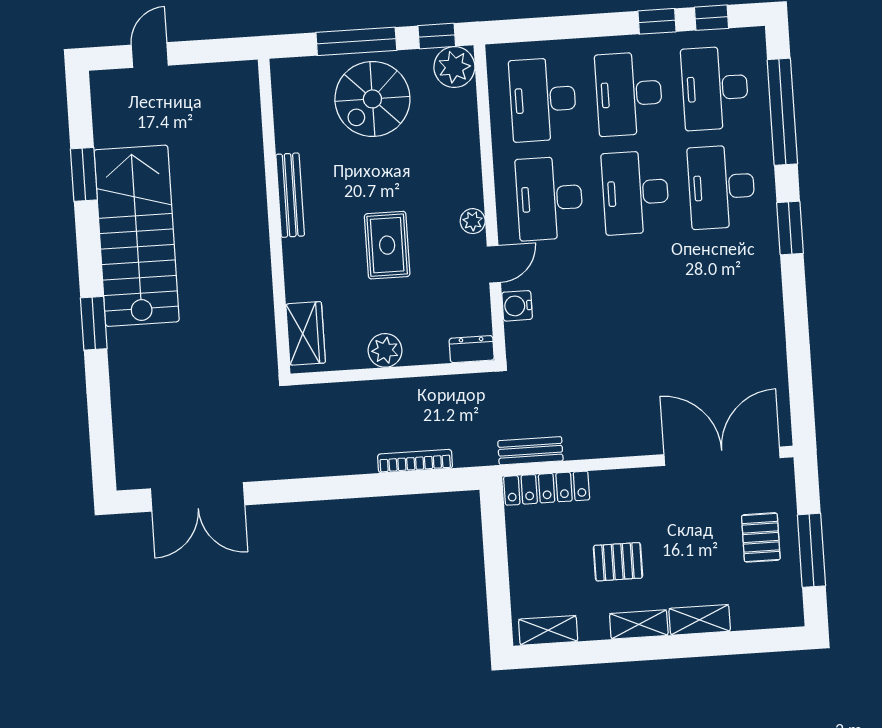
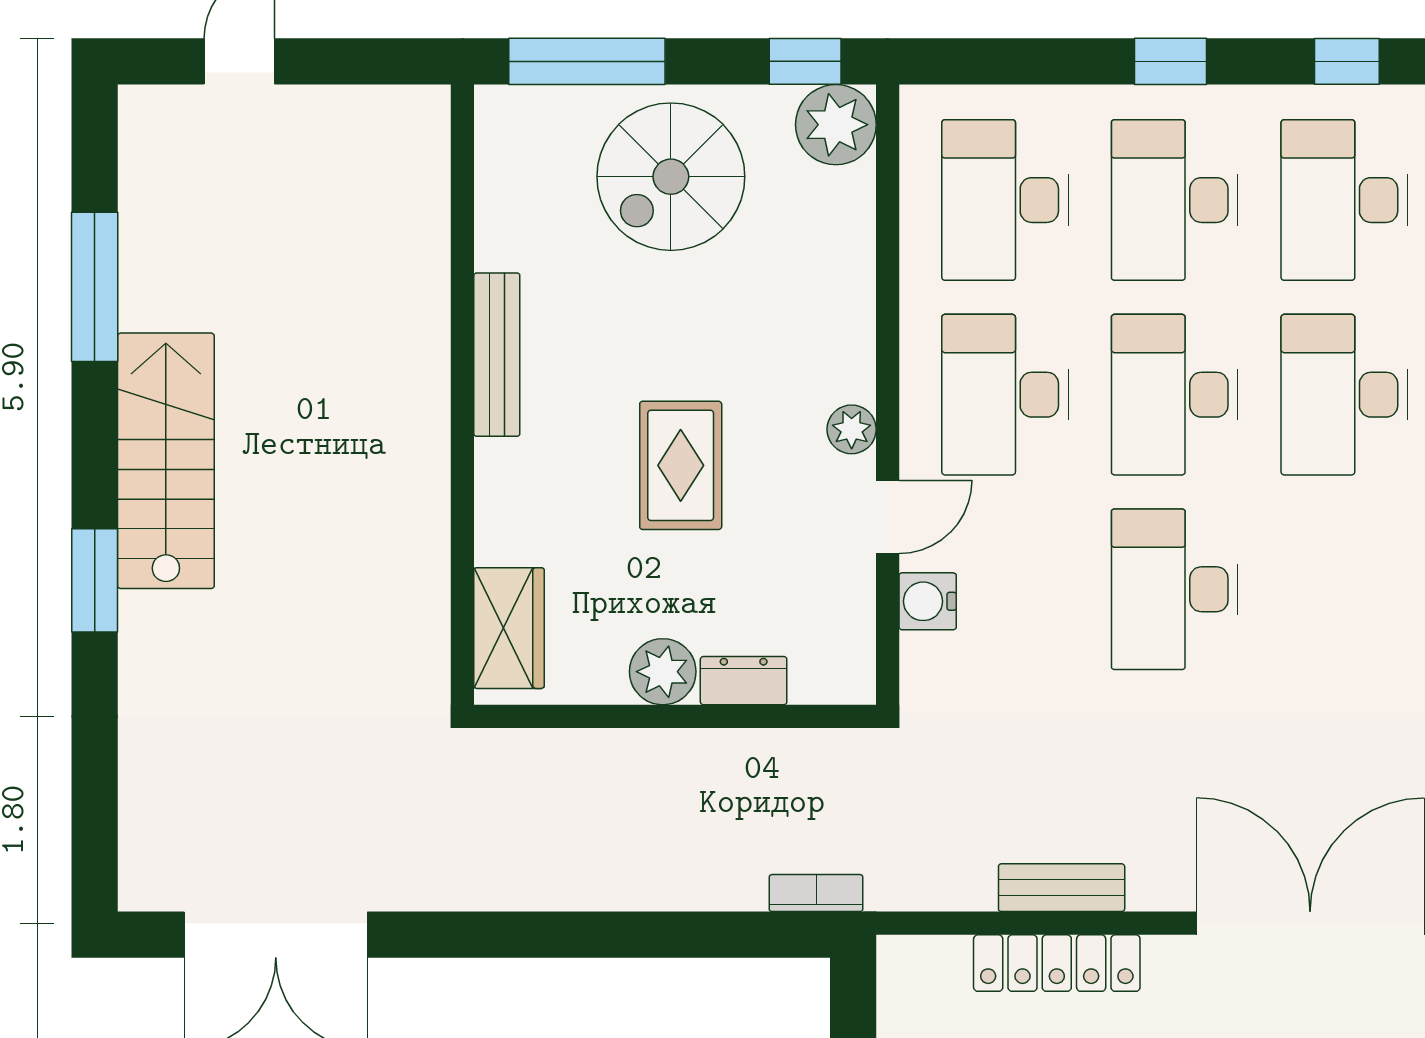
window: (657, 21) -> (1171, 61), moved
window: (356, 41) -> (587, 61), moved
window: (84, 174) -> (95, 287), width x1.44
stairs: (137, 236) -> (166, 461), width x0.73, depth x0.66
desk: (642, 291) -> (1175, 589), added
dresser: (472, 349) -> (744, 681), moved
bench: (530, 451) -> (1062, 888), moved
bookcase: (415, 461) -> (816, 893), moved, width x0.64
locker: (547, 488) -> (1057, 963), moved

